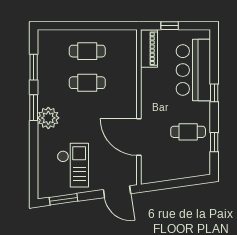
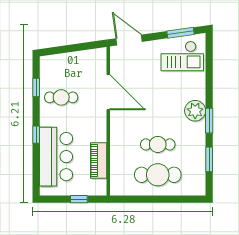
piano: (149, 49) -> (99, 161), moved
cafe table: (87, 51) -> (158, 175), width x1.37, depth x1.35
checkout: (73, 165) -> (182, 56), moved, turned -90

